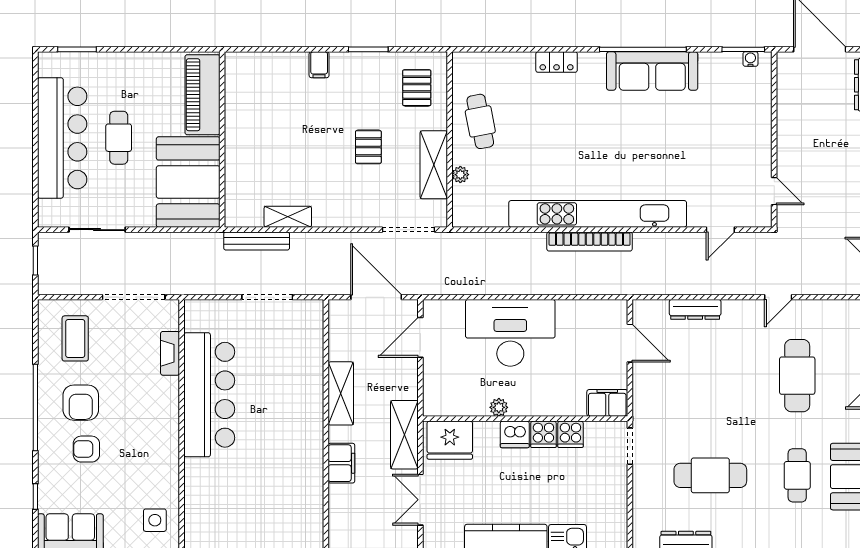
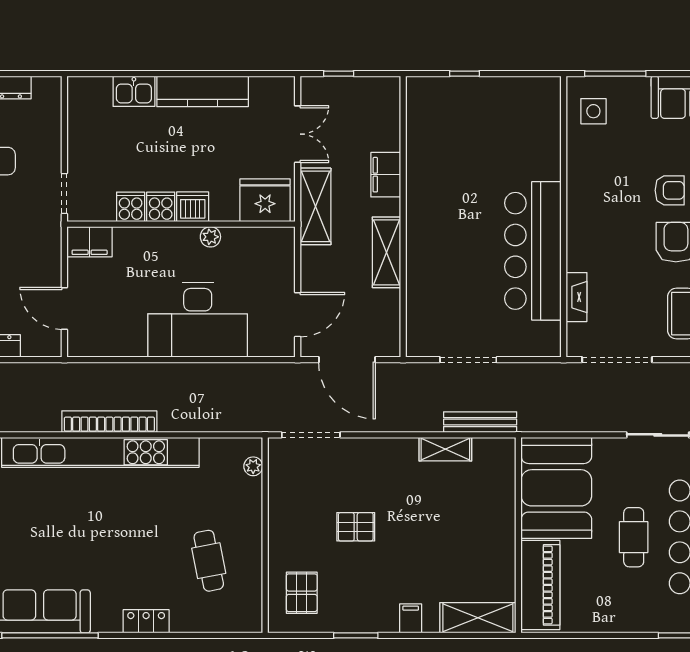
cafe table: (480, 121) -> (209, 561), moved
pallet: (368, 147) -> (356, 527), turned 90
shelving: (434, 165) -> (478, 618), moved, turned 90
plant: (460, 175) -> (253, 466), moved

